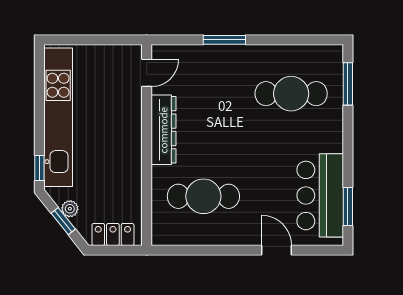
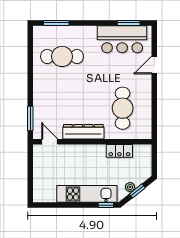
window: (224, 40) -> (30, 118), moved
cafe table: (291, 94) -> (62, 56), turned 90
kitchen unit: (58, 117) -> (87, 194), width x0.73
locker: (113, 234) -> (119, 151), moved, turned -90

